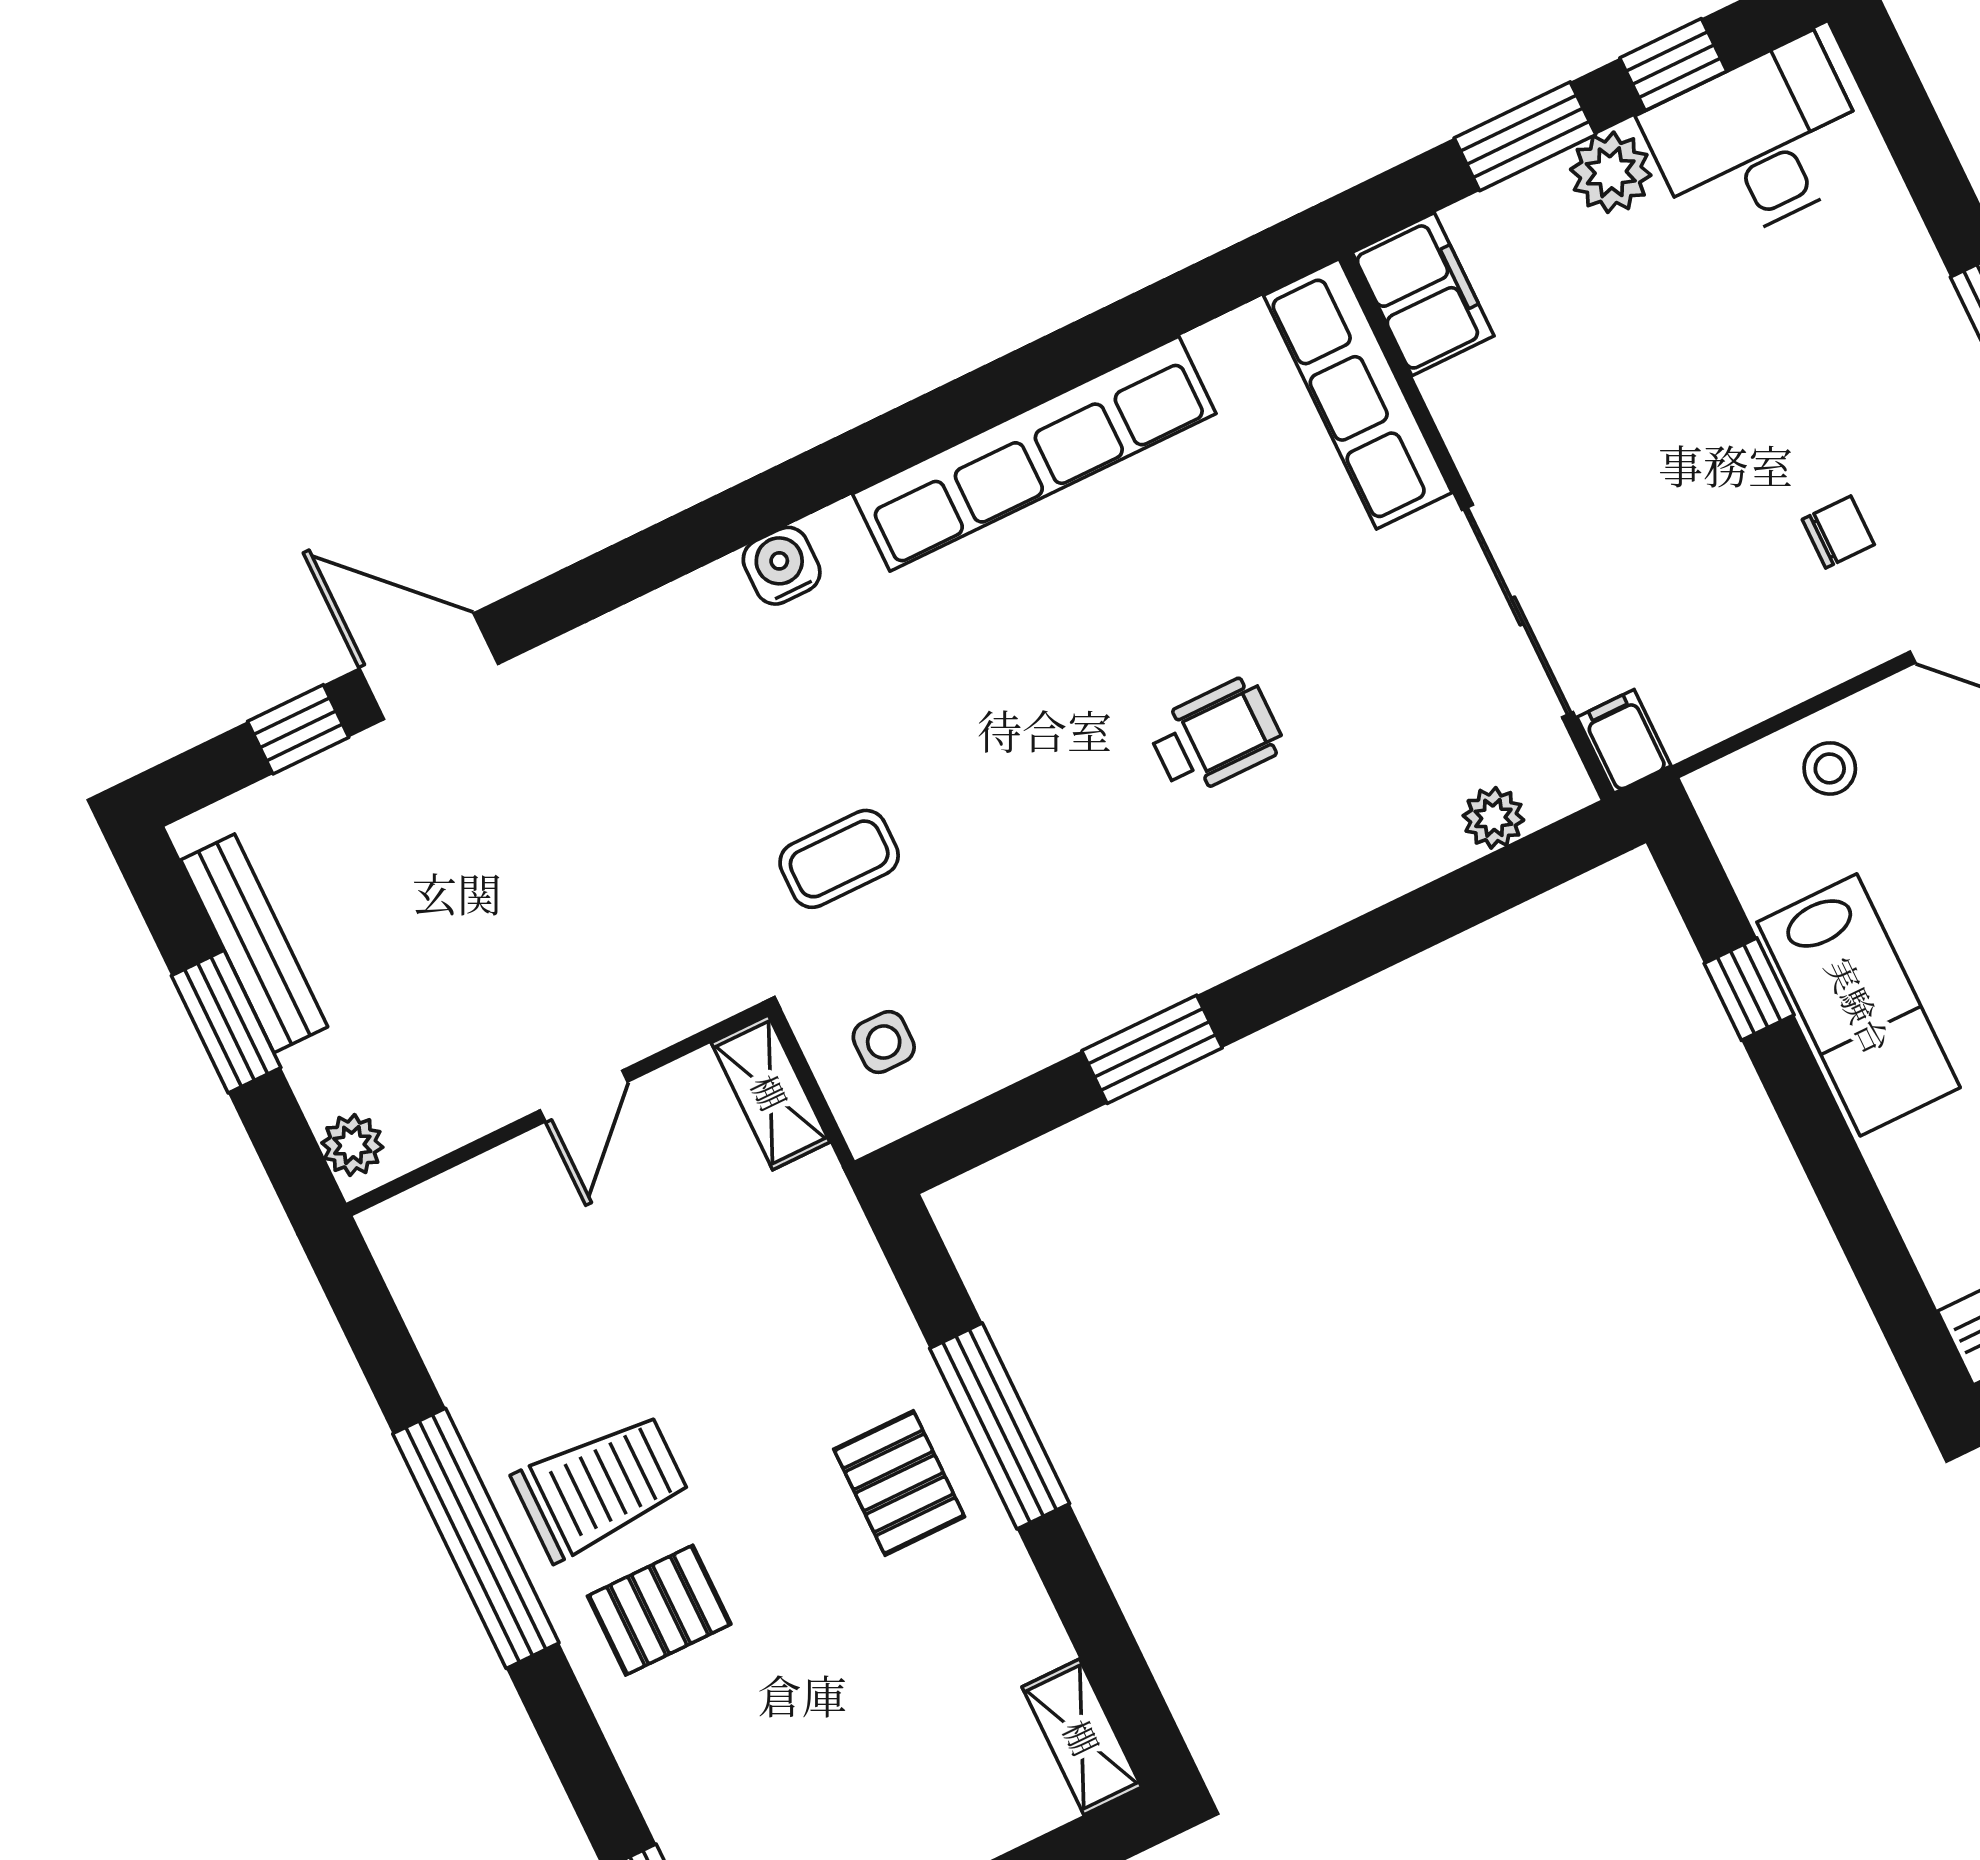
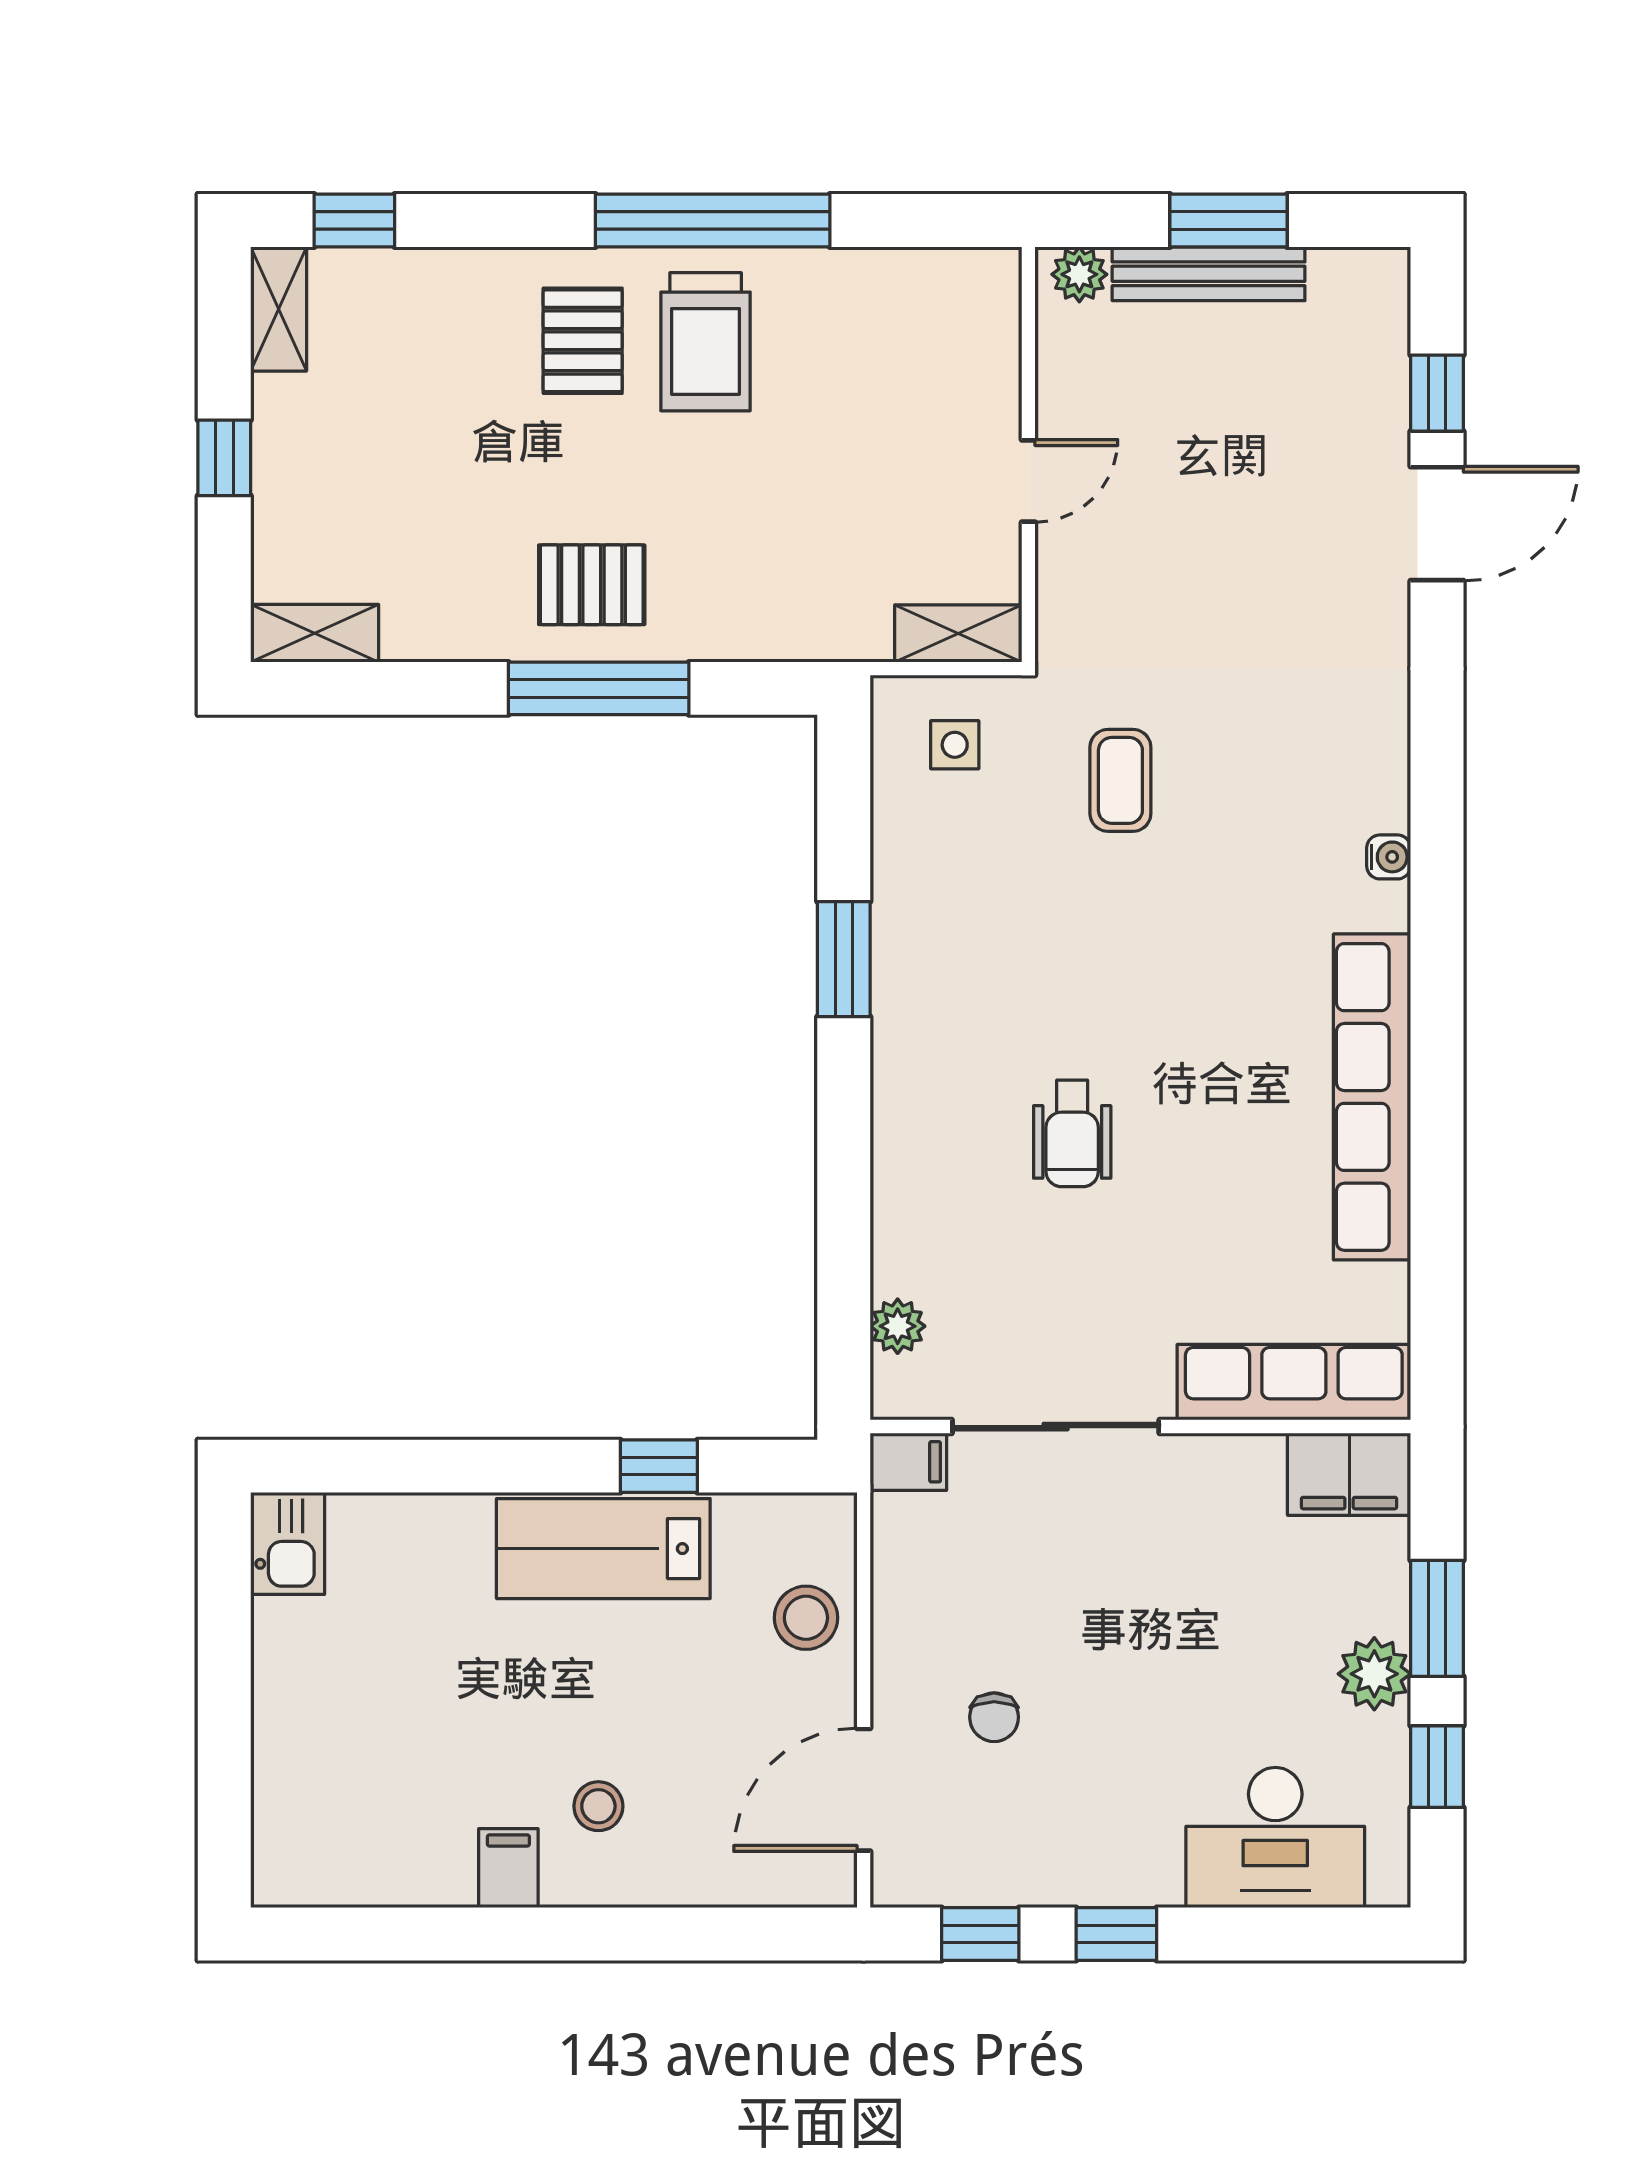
desk: (1758, 143) -> (1275, 1838), moved, turned 90
water cooler: (782, 566) -> (1389, 857), width x0.72, depth x0.72
stool: (1830, 768) -> (806, 1618), width x1.37, depth x1.37
bench: (254, 943) -> (1209, 274), moved
door: (584, 1096) -> (1028, 481), swing flipped

